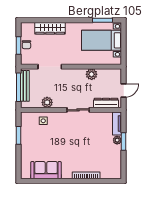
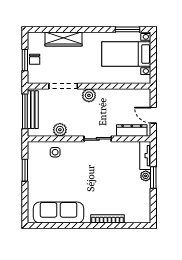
plant: (92, 74) -> (89, 95), moved
door: (124, 90) -> (153, 115), swing flipped
sofa: (46, 170) -> (58, 213), width x1.36

